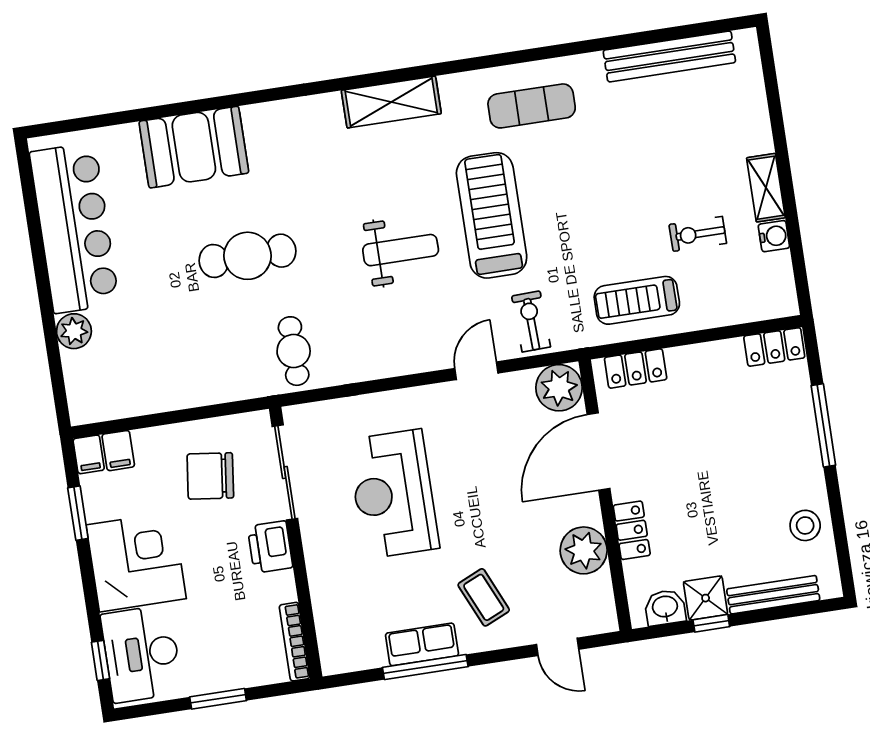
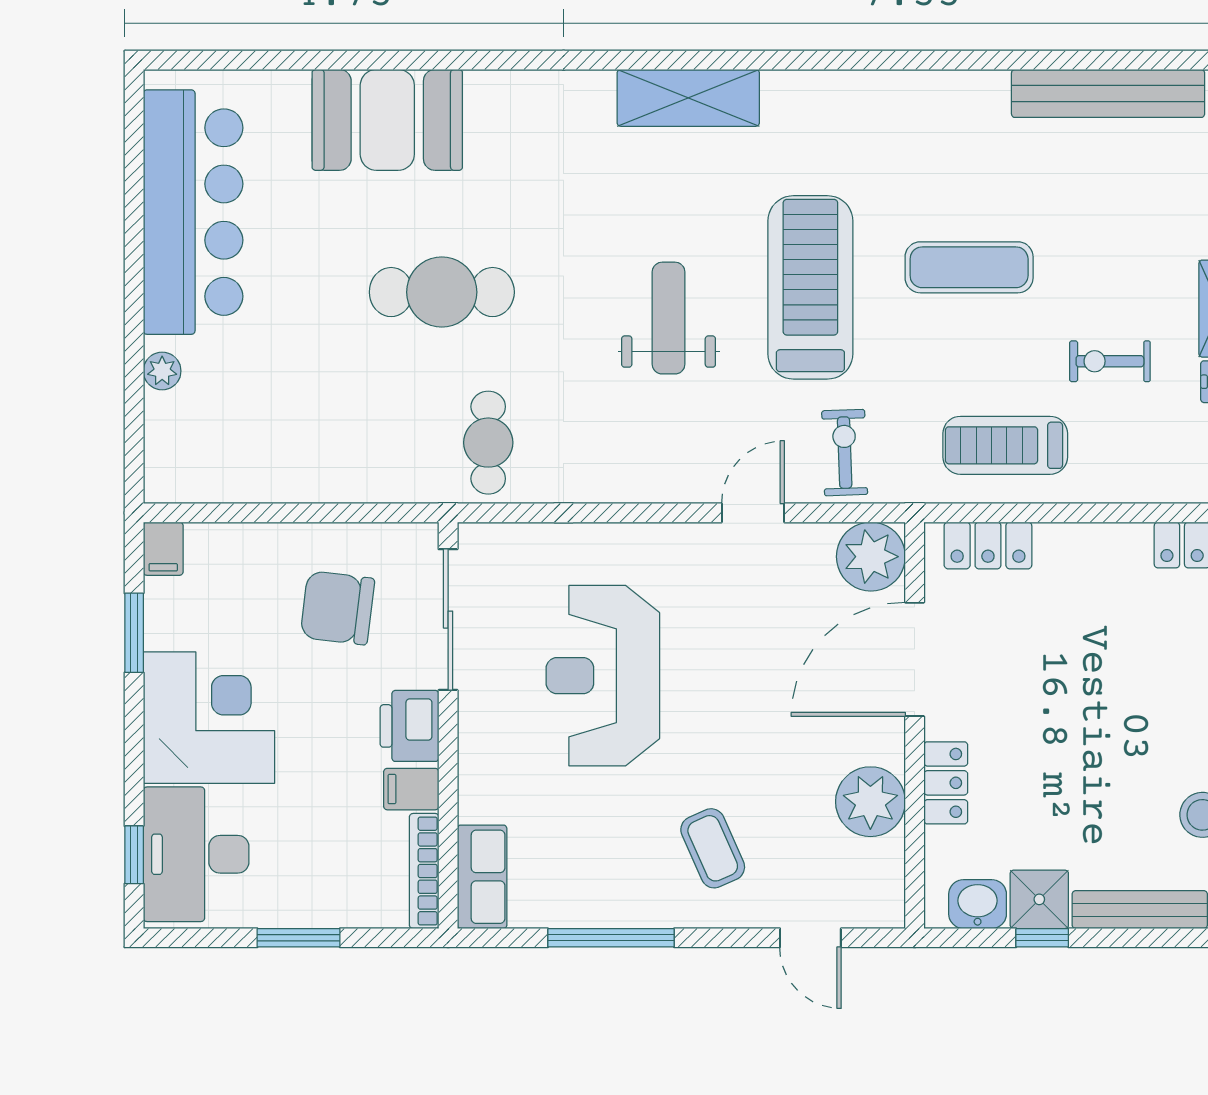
exercise mat: (532, 106) -> (969, 267), moved
weight bench: (401, 250) -> (669, 318), turned -90
plant: (74, 331) -> (162, 371), width x0.73, depth x0.73
filing cabinet: (118, 451) -> (411, 789), moved, turned 90
row of seats: (422, 644) -> (482, 877), moved, turned 90

